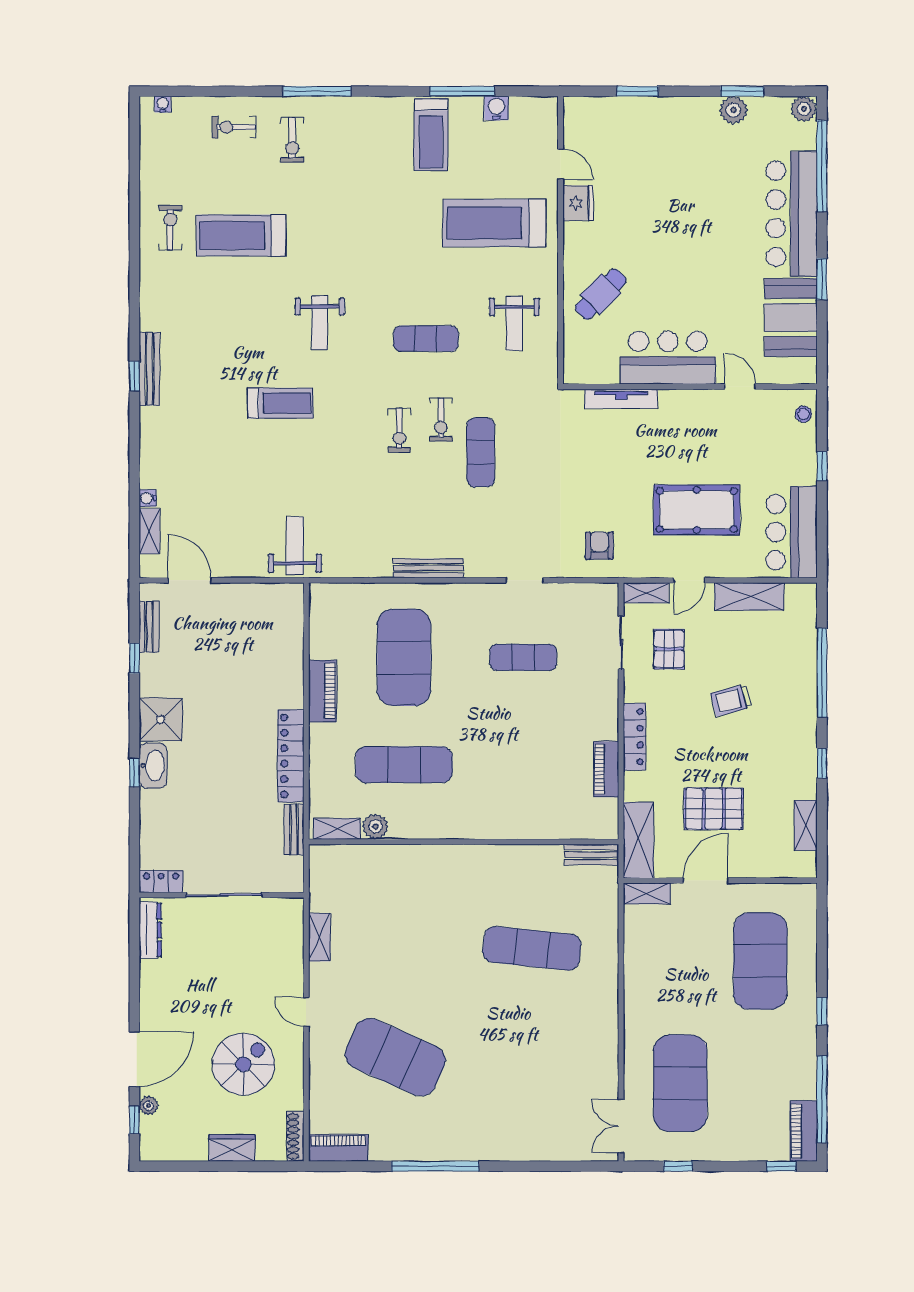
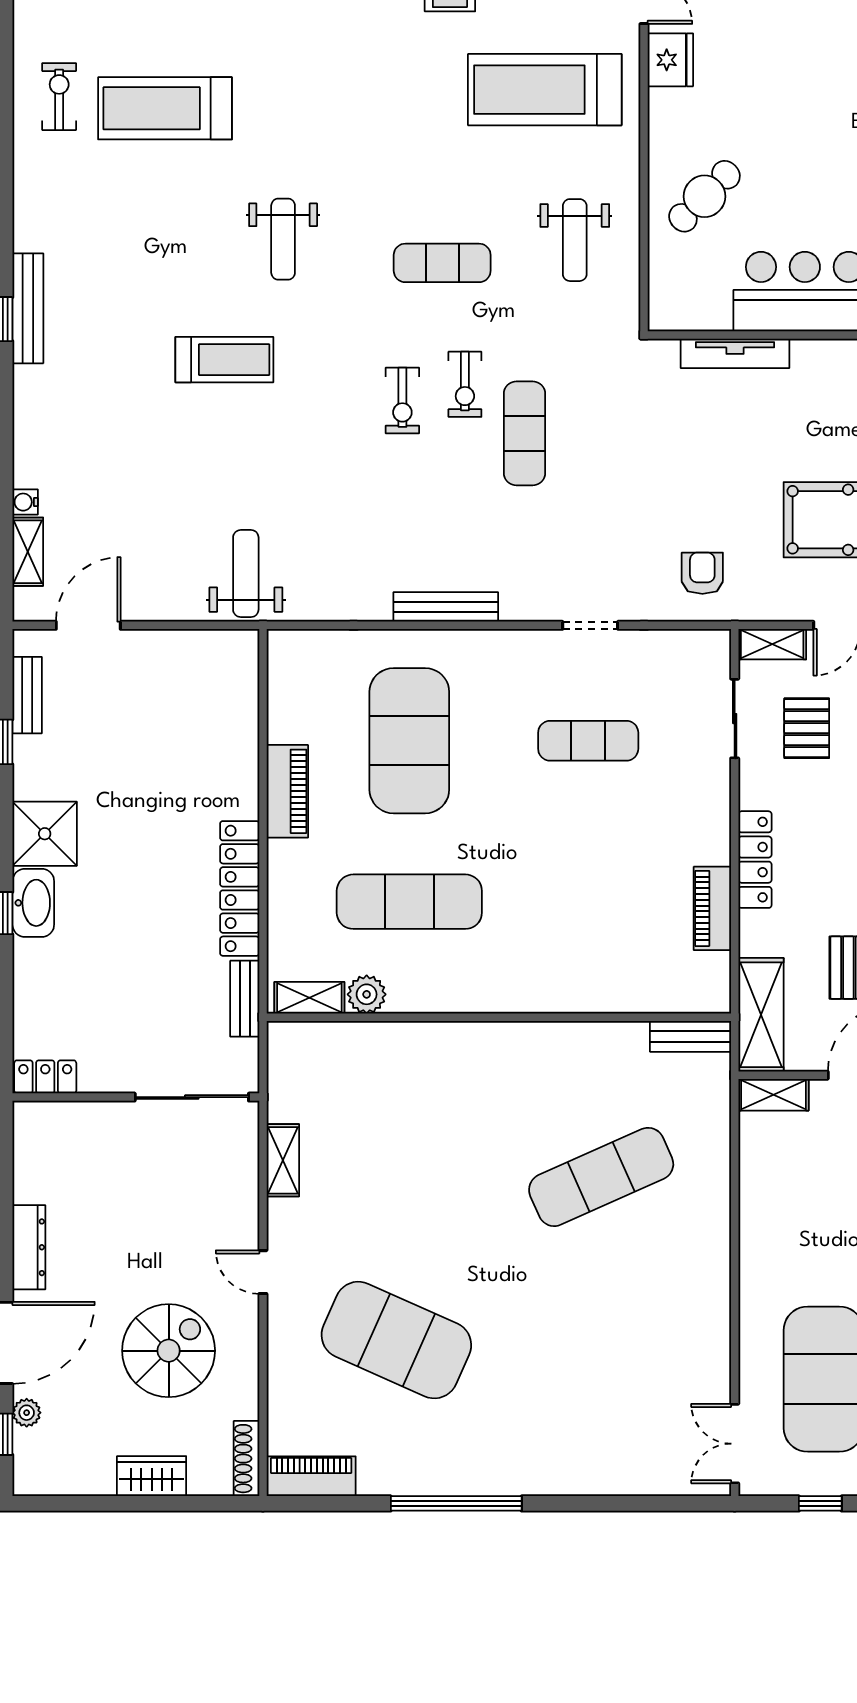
door: (190, 580) -> (88, 625), hinge flipped
sliding door: (224, 895) -> (192, 1097), moved
dresser: (150, 930) -> (29, 1247), moved
exercise mat: (532, 948) -> (601, 1177), turned -30

